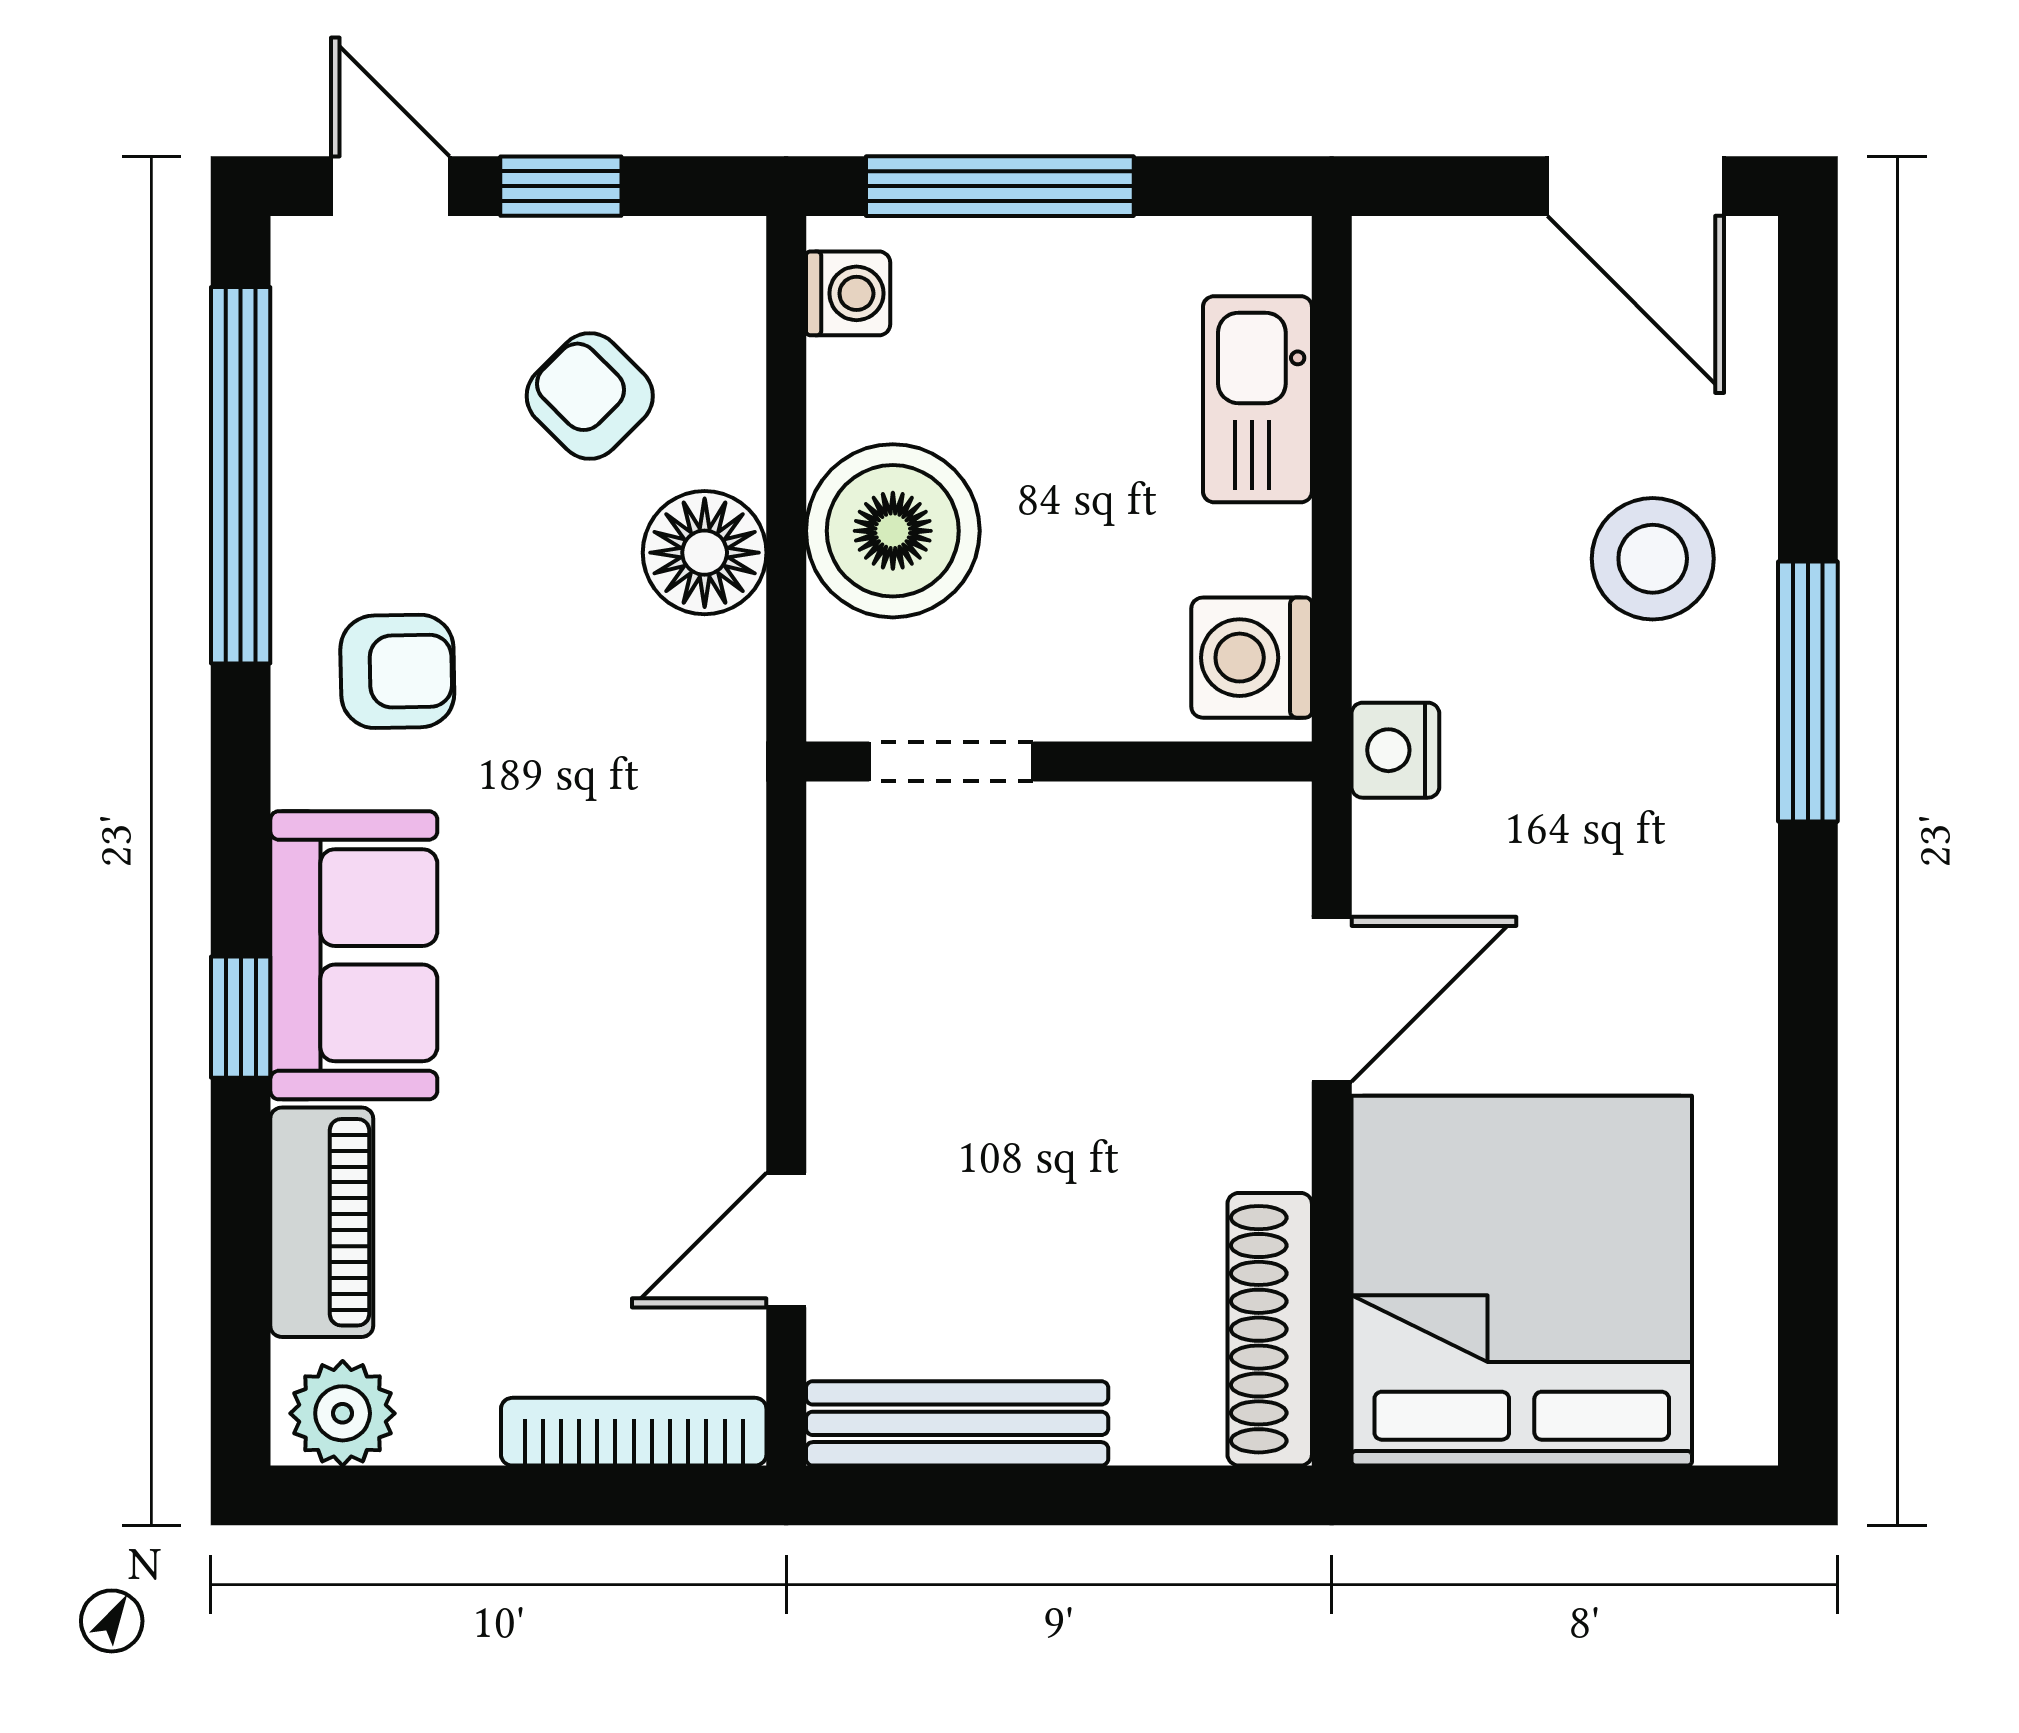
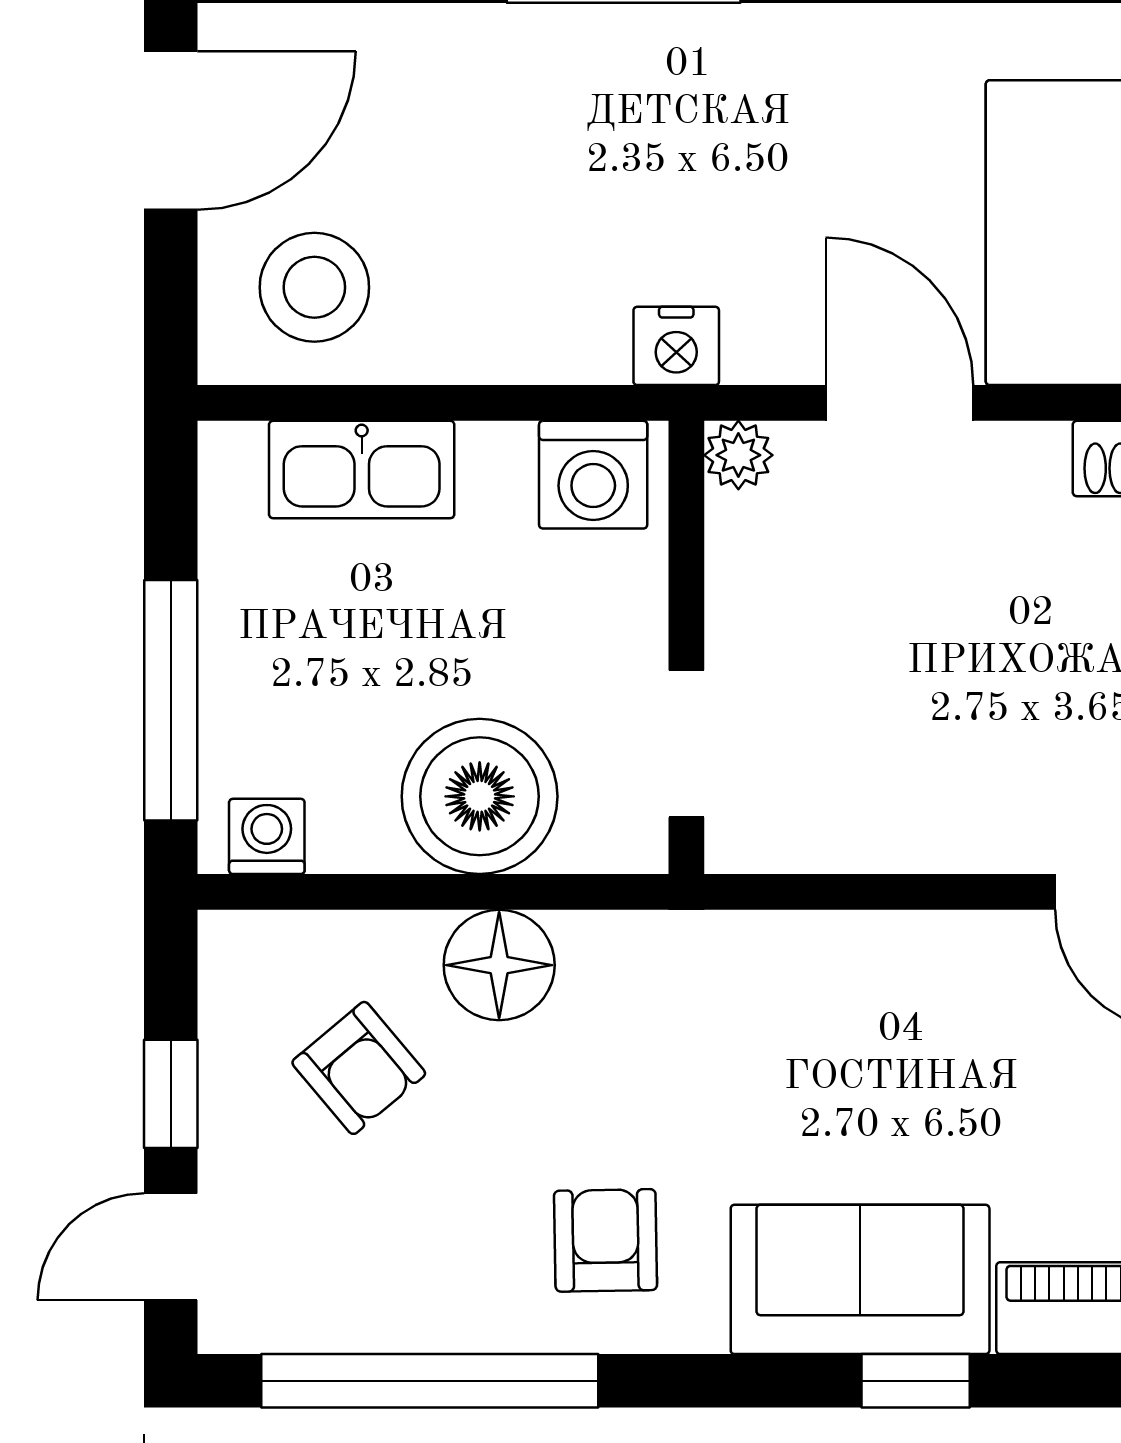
armchair: (590, 396) -> (359, 1068), turned -85
stool: (1653, 559) -> (314, 287), moved
plant: (1274, 820) -> (738, 455), added

